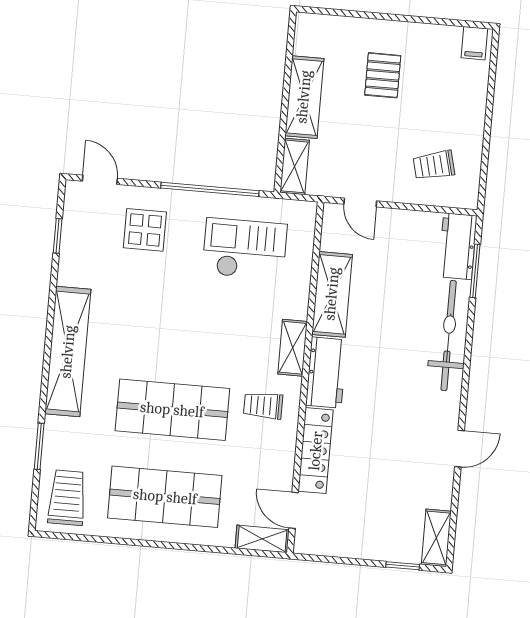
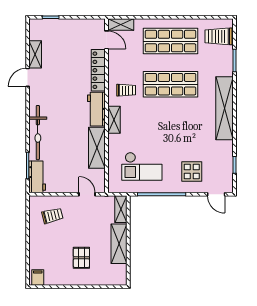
trolley: (67, 498) -> (218, 36), turned 90
shelving: (436, 538) -> (35, 54), moved

